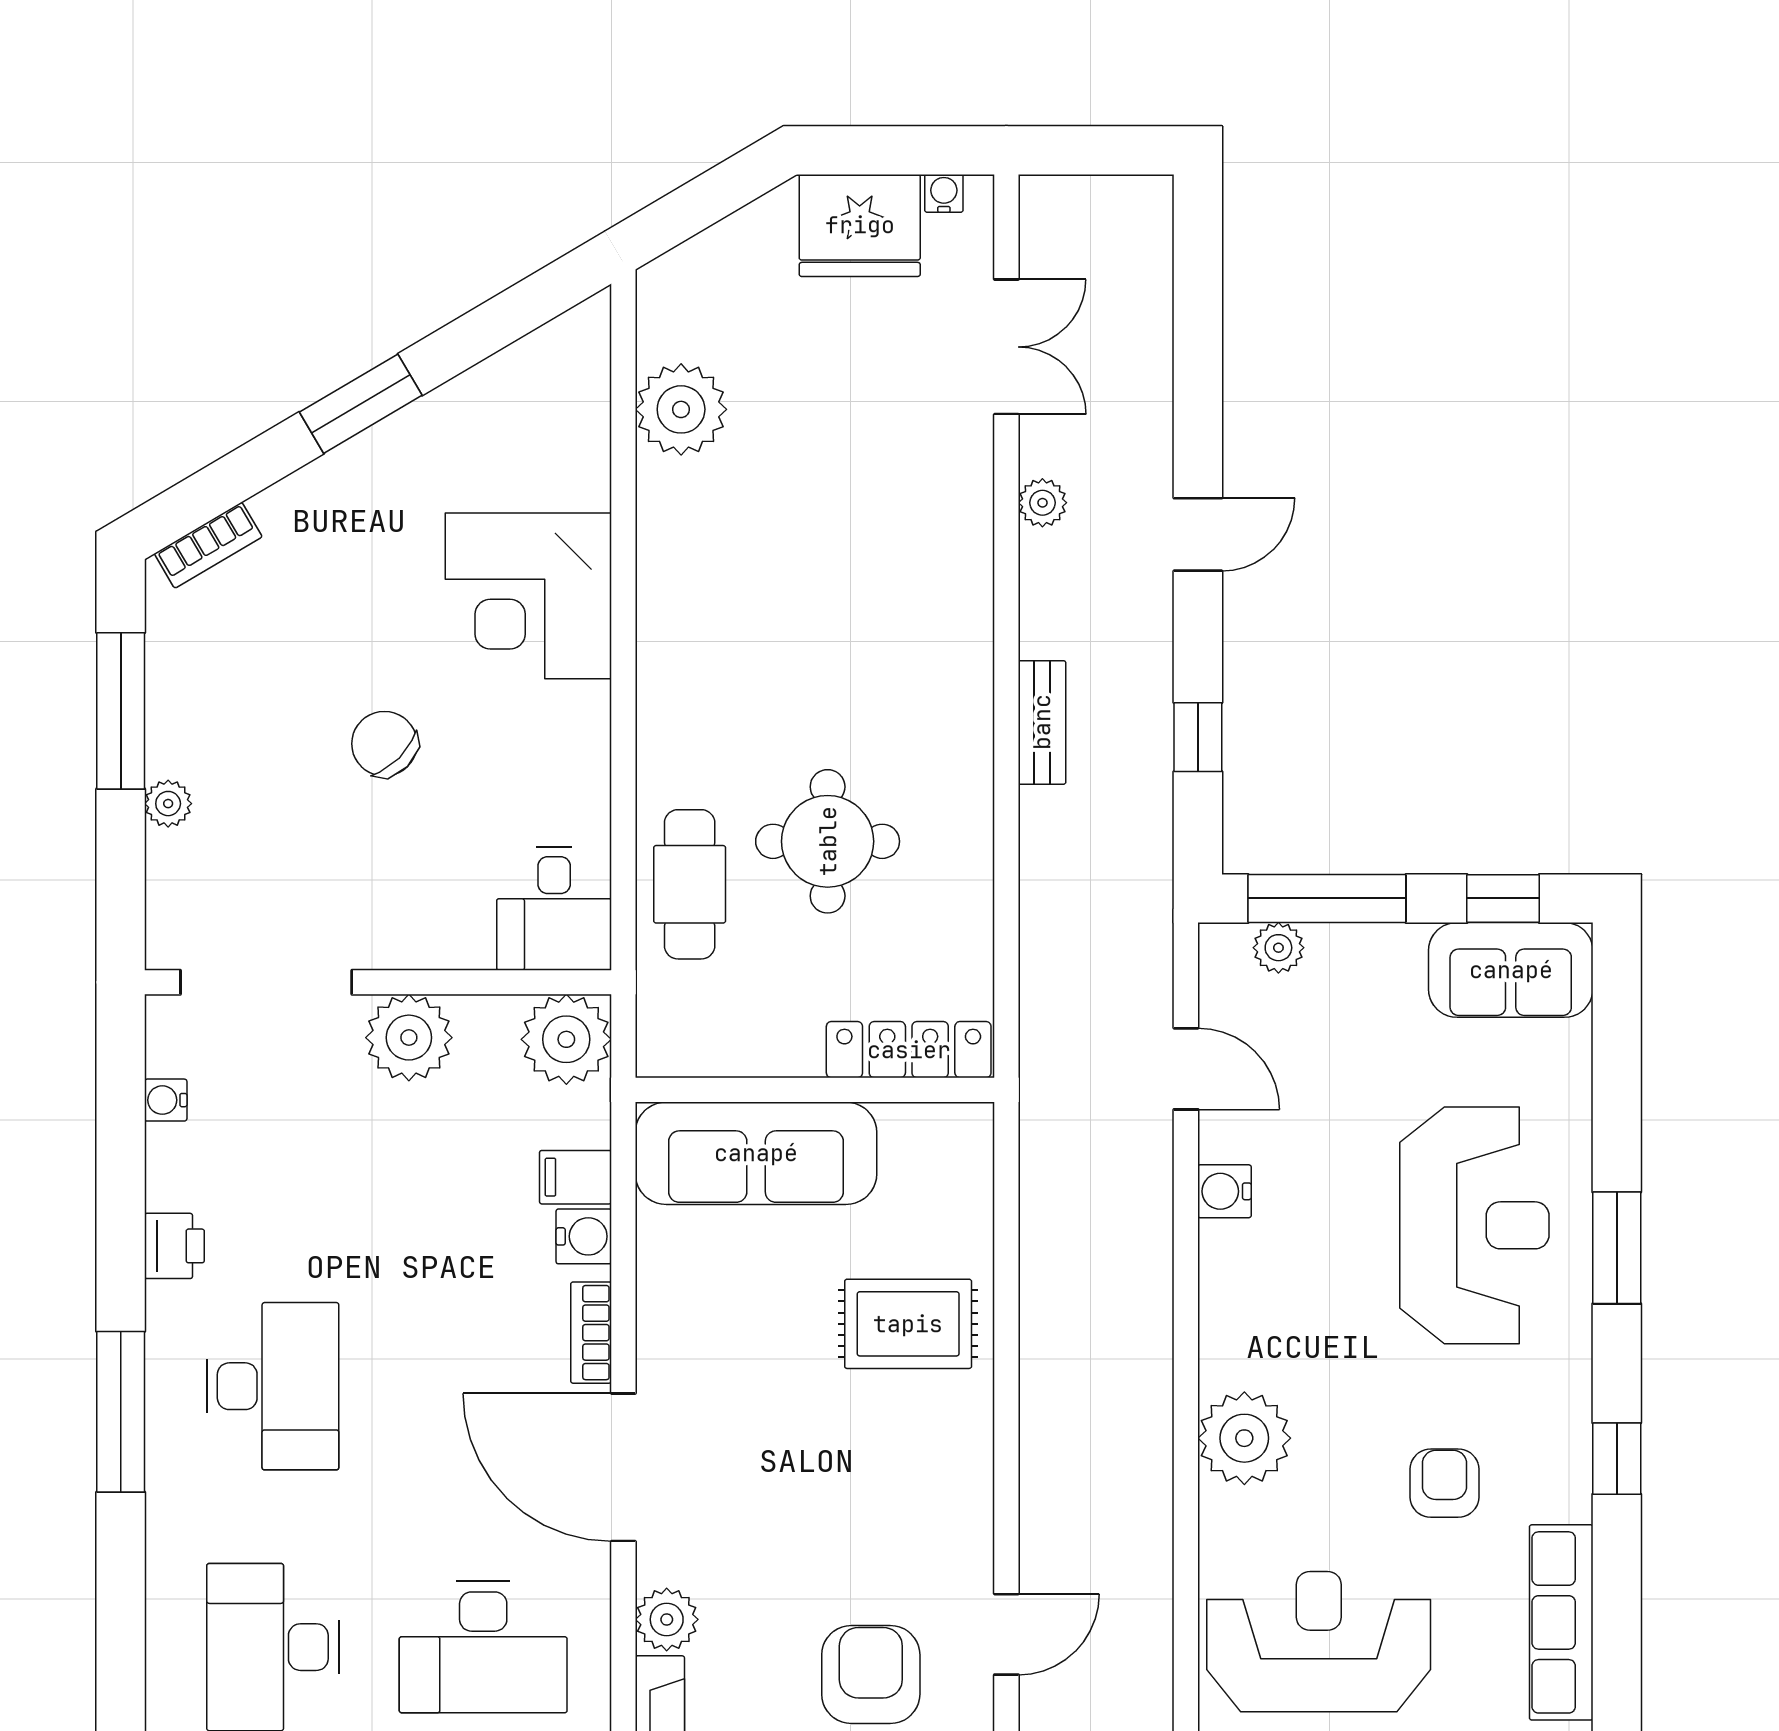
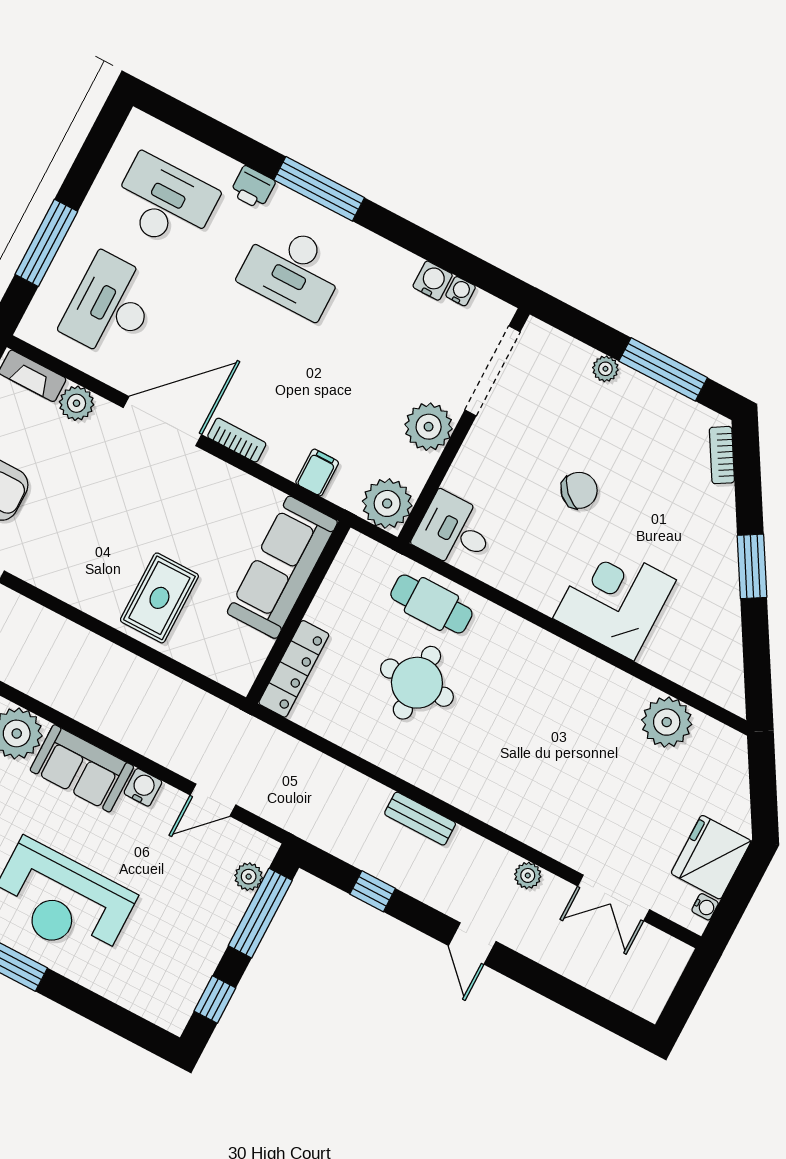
sofa: (1511, 970) -> (82, 768), moved, turned -90
water cooler: (584, 1236) -> (433, 281), moved, turned 180
printer: (174, 1246) -> (253, 188), moved

